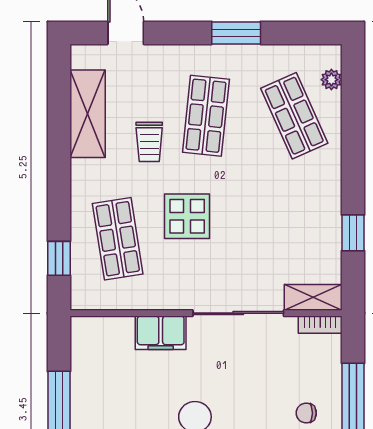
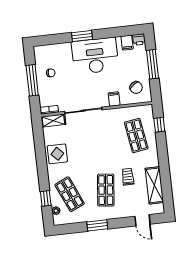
display table: (187, 216) -> (57, 154), moved
window: (353, 233) -> (46, 198), moved
filing cabinet: (161, 333) -> (114, 99), width x0.50
chair: (105, 354) -> (136, 88), added

